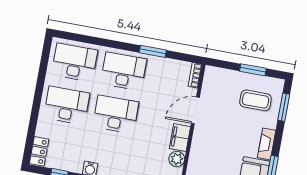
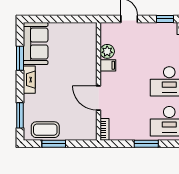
coffee table: (255, 100) -> (45, 130), moved
door: (195, 110) -> (98, 98), swing flipped
filing cabinet: (180, 138) -> (108, 65), width x0.50

